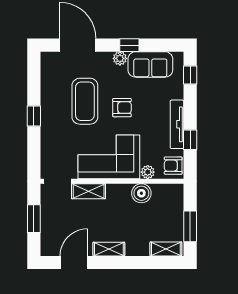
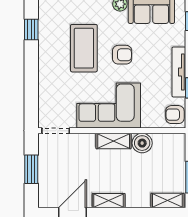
window: (34, 116) -> (31, 30), moved
plant: (148, 172) -> (149, 121), removed
shelving: (89, 191) -> (114, 141), moved

